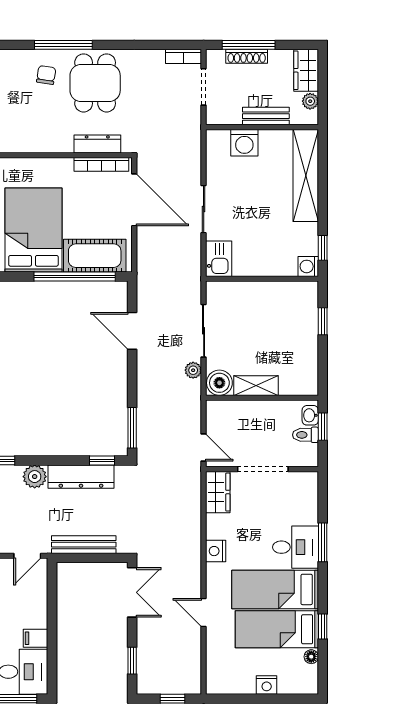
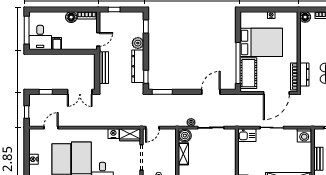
washing machine: (244, 143) -> (304, 135), moved, turned -90
nightstand: (216, 551) -> (113, 134), moved
door: (27, 556) -> (98, 39), swing flipped
door: (204, 612) -> (51, 128), moved

